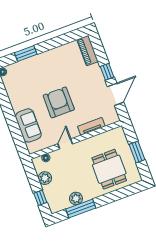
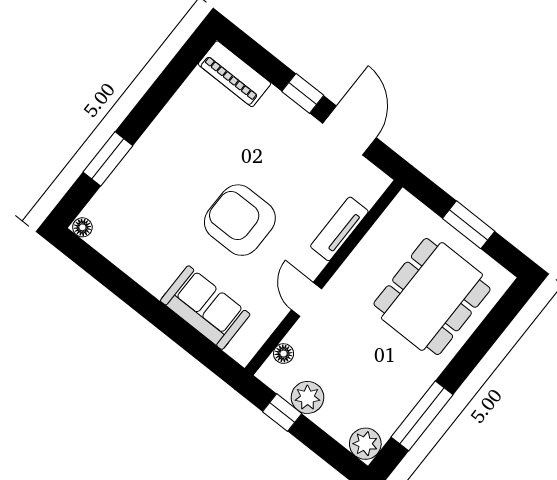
dining table: (109, 169) -> (432, 297), width x1.37
window: (40, 198) -> (282, 413), moved
plant: (76, 198) -> (365, 444), moved

